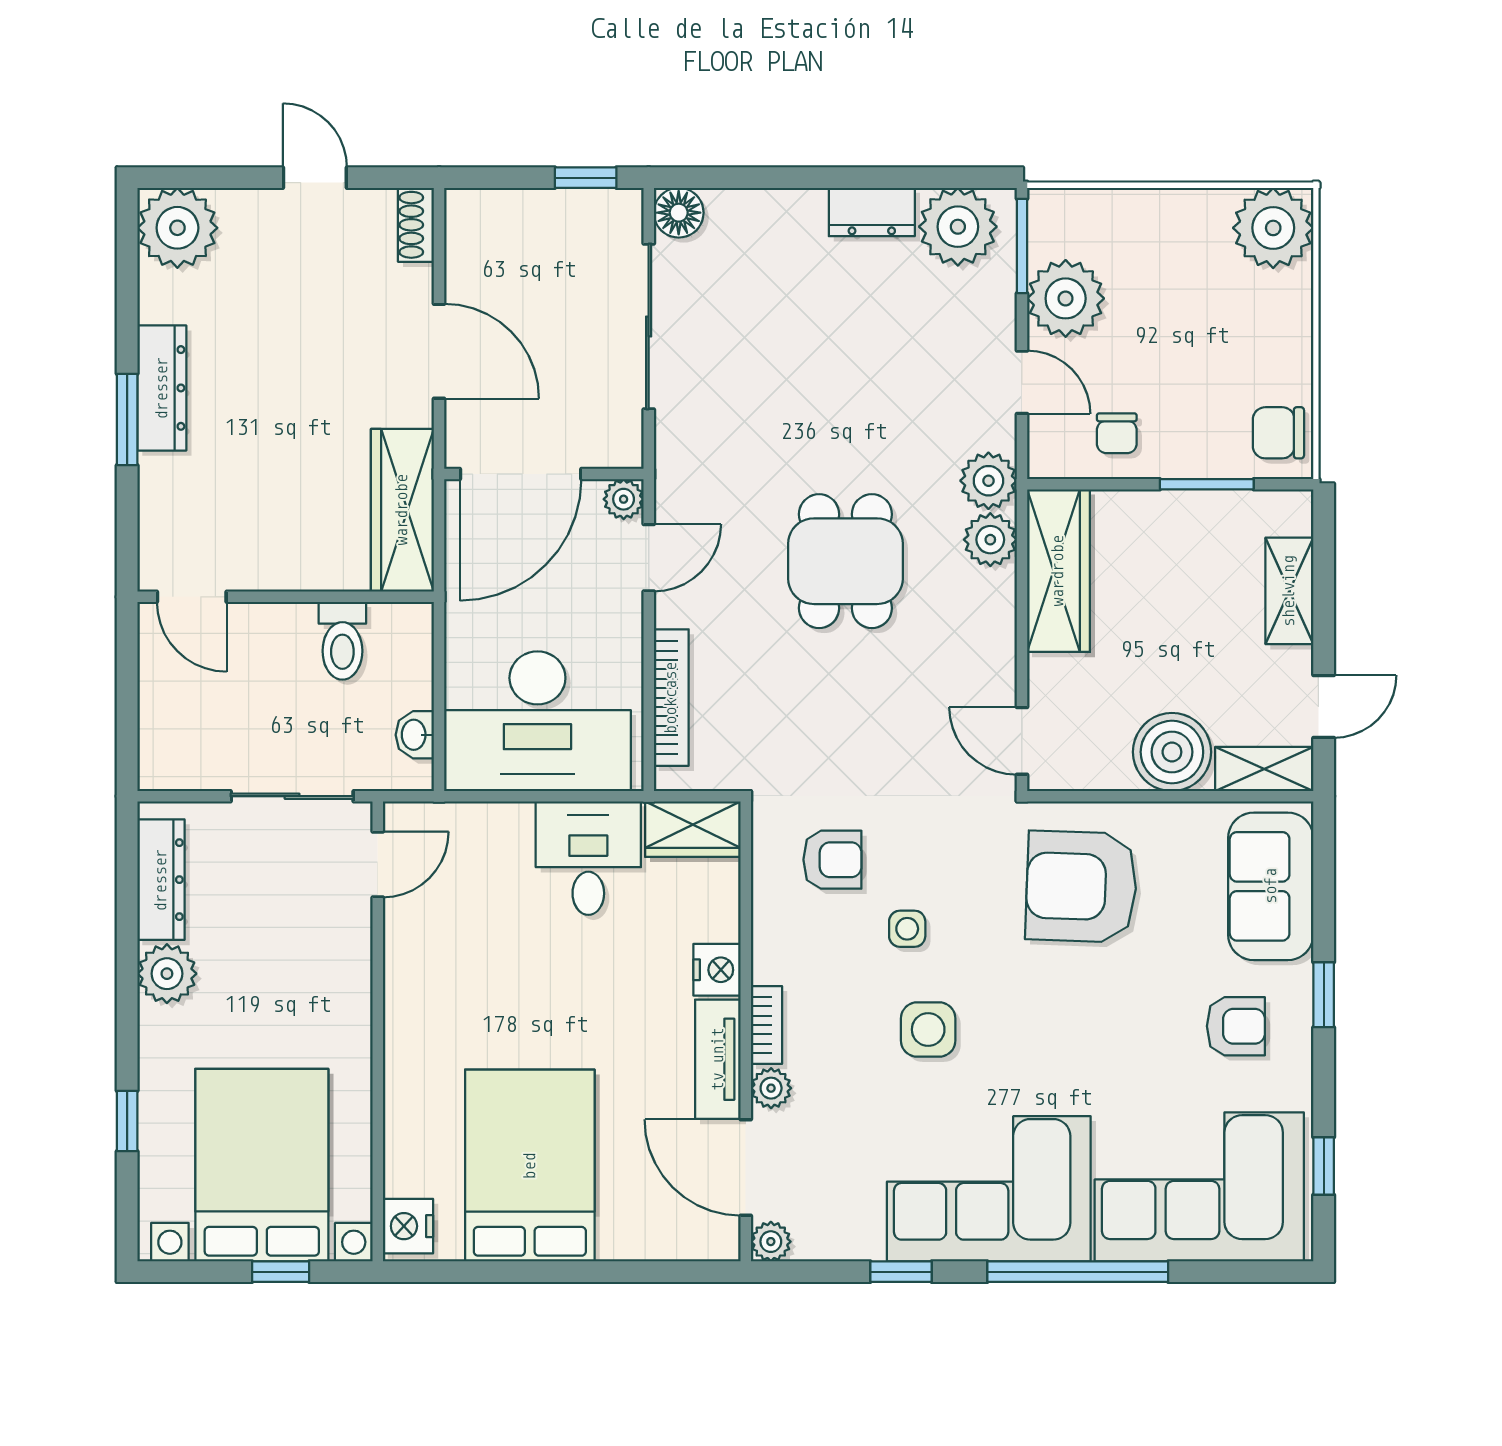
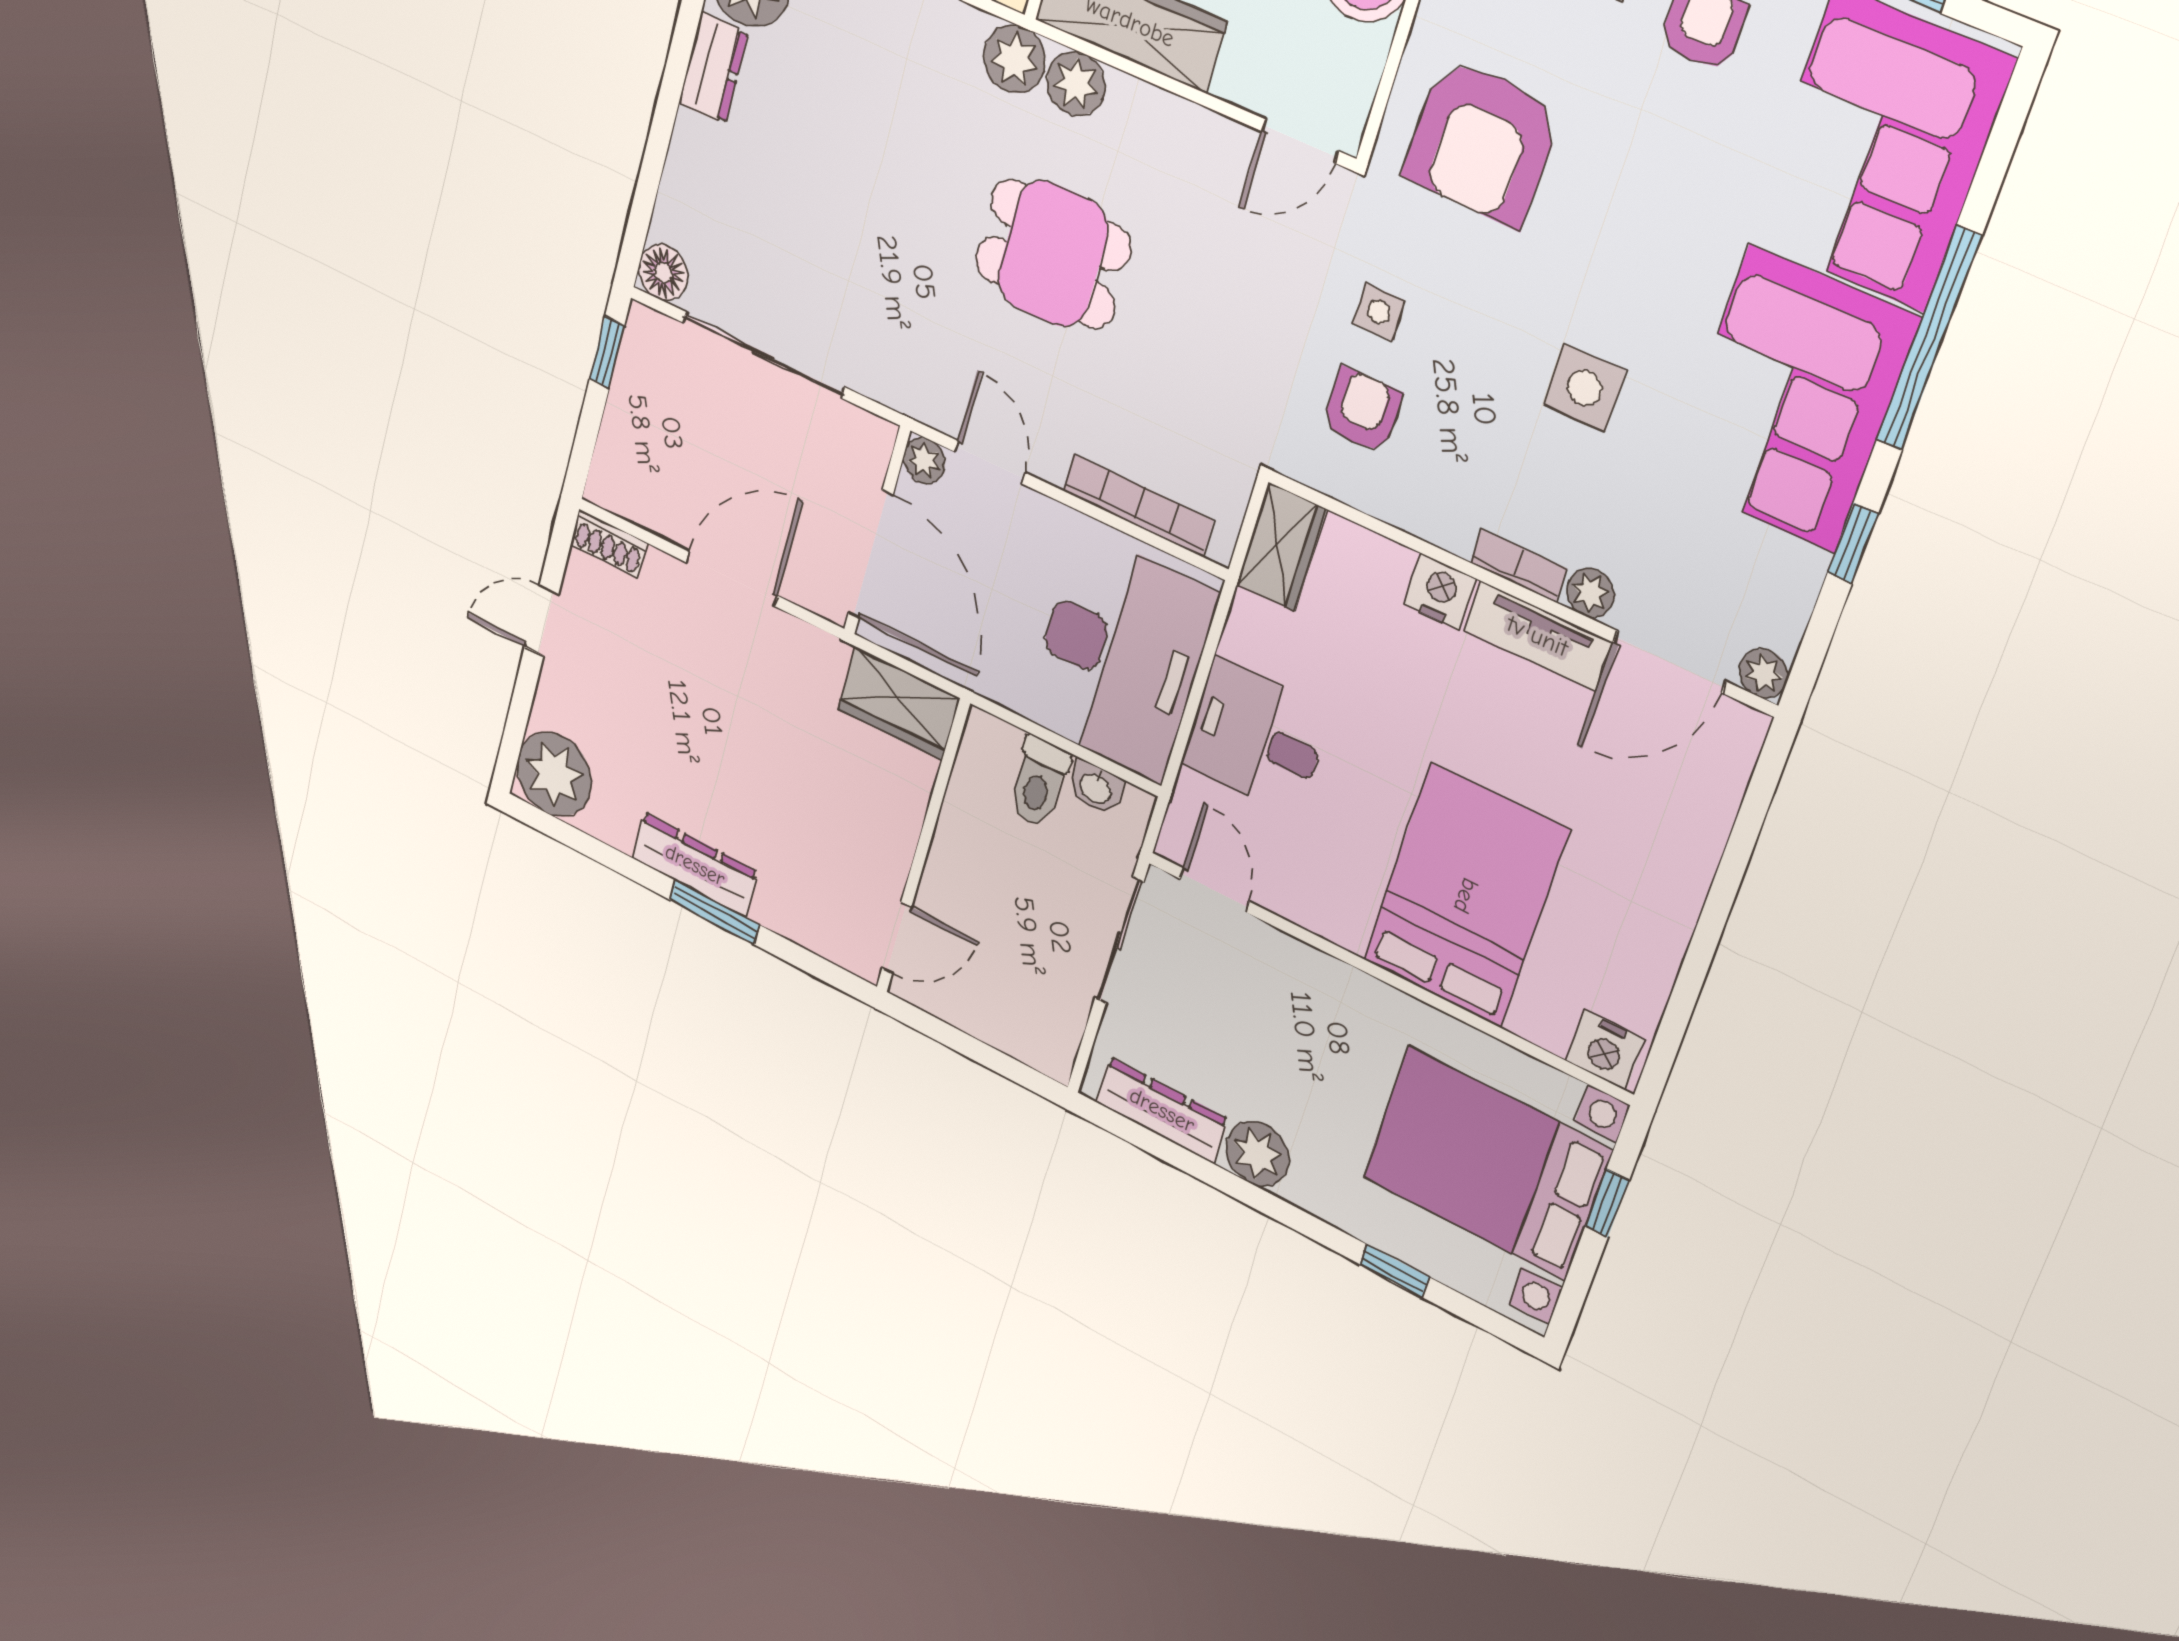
wardrobe: (402, 510) -> (899, 703), width x0.67
toilet: (342, 641) -> (1039, 782), moved, turned 90
desk: (588, 858) -> (1256, 737), moved
side table: (907, 929) -> (1379, 312), moved
bed: (530, 1166) -> (1466, 896), moved, turned 90

